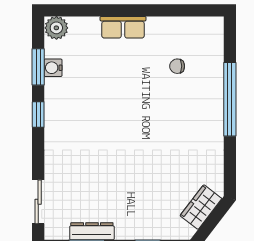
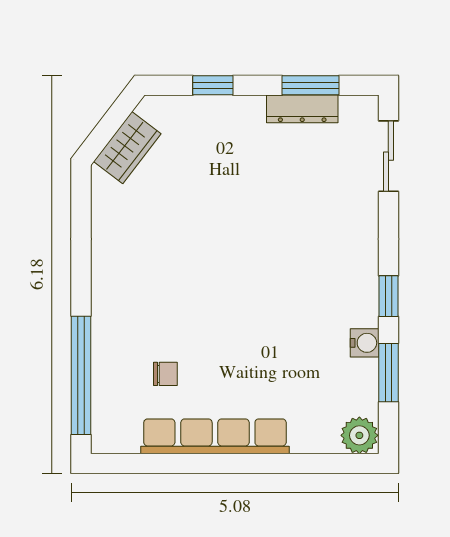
row of seats: (123, 27) -> (215, 436), width x2.02
water cooler: (53, 68) -> (365, 343), moved
window: (230, 99) -> (81, 375), moved

